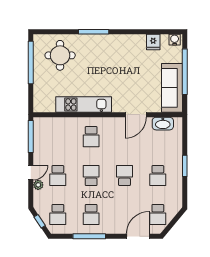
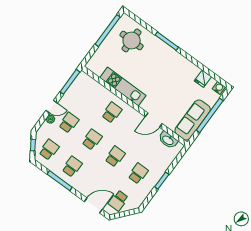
school desk: (91, 137) -> (112, 113), turned 180
school desk: (58, 176) -> (69, 123), turned 180
school desk: (158, 176) -> (138, 174), turned 180
school desk: (58, 214) -> (49, 150), turned 180
school desk: (91, 214) -> (72, 167), turned 180

